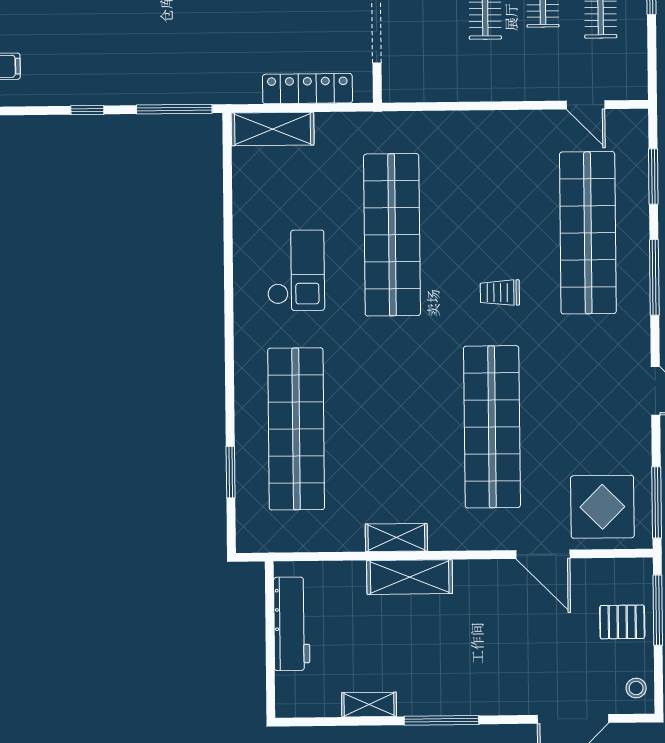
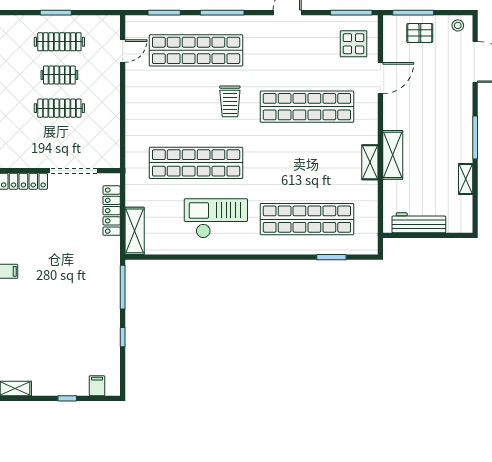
checkout: (296, 270) -> (216, 218), width x1.36, depth x1.21
trolley: (500, 293) -> (230, 101), width x1.36, depth x1.39
display table: (602, 507) -> (354, 44), width x0.73, depth x0.73
pallet: (622, 622) -> (420, 33), turned 90

